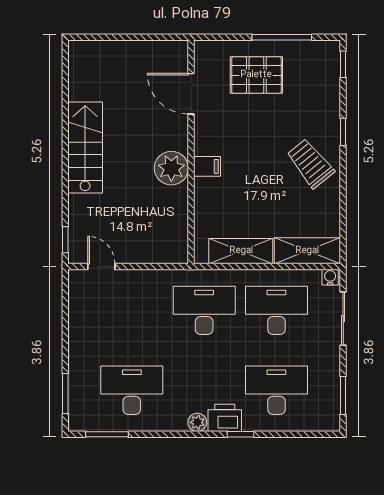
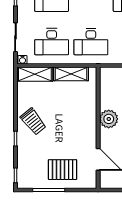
filing cabinet: (207, 166) -> (89, 120), removed

